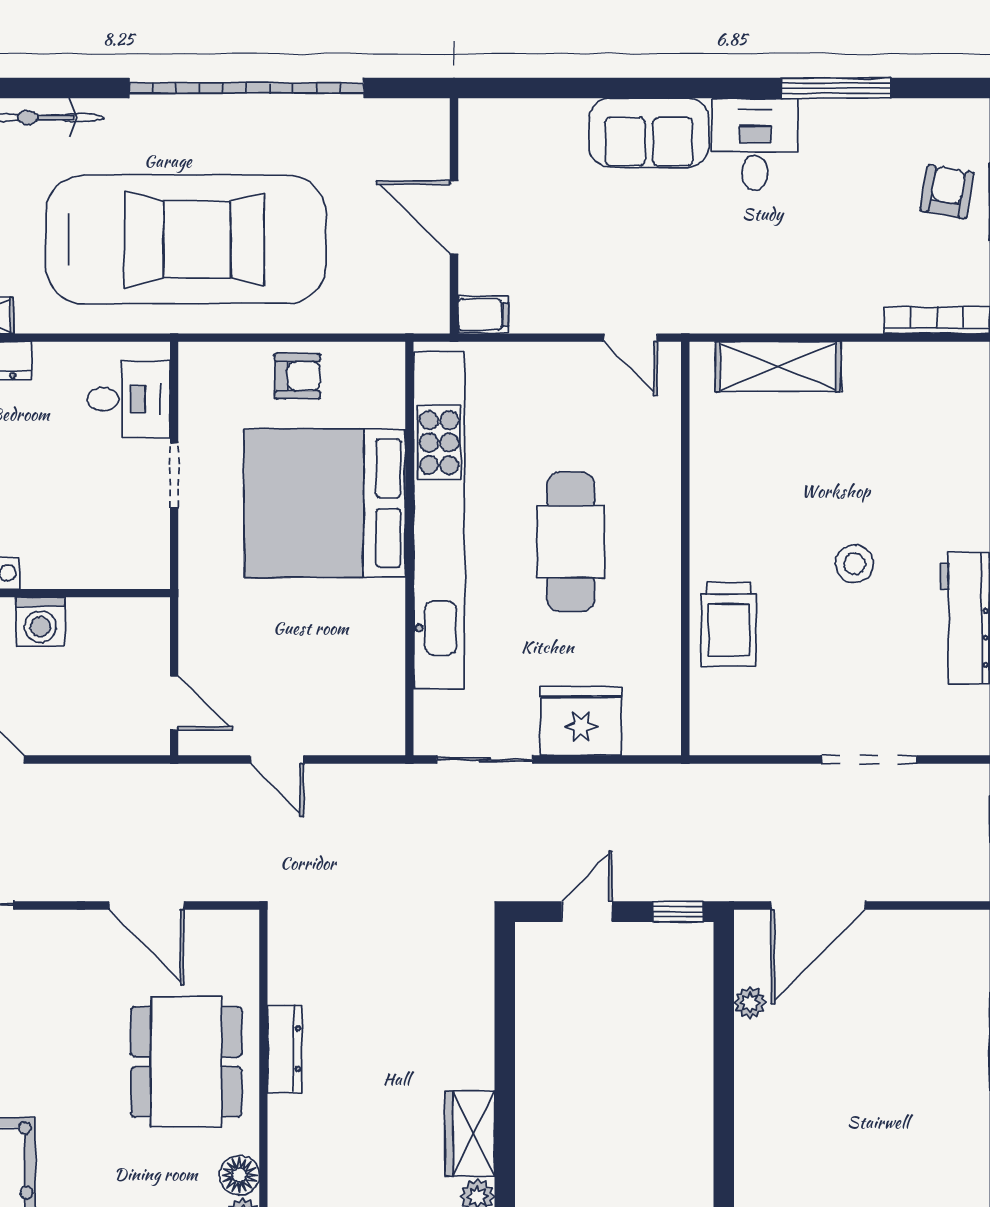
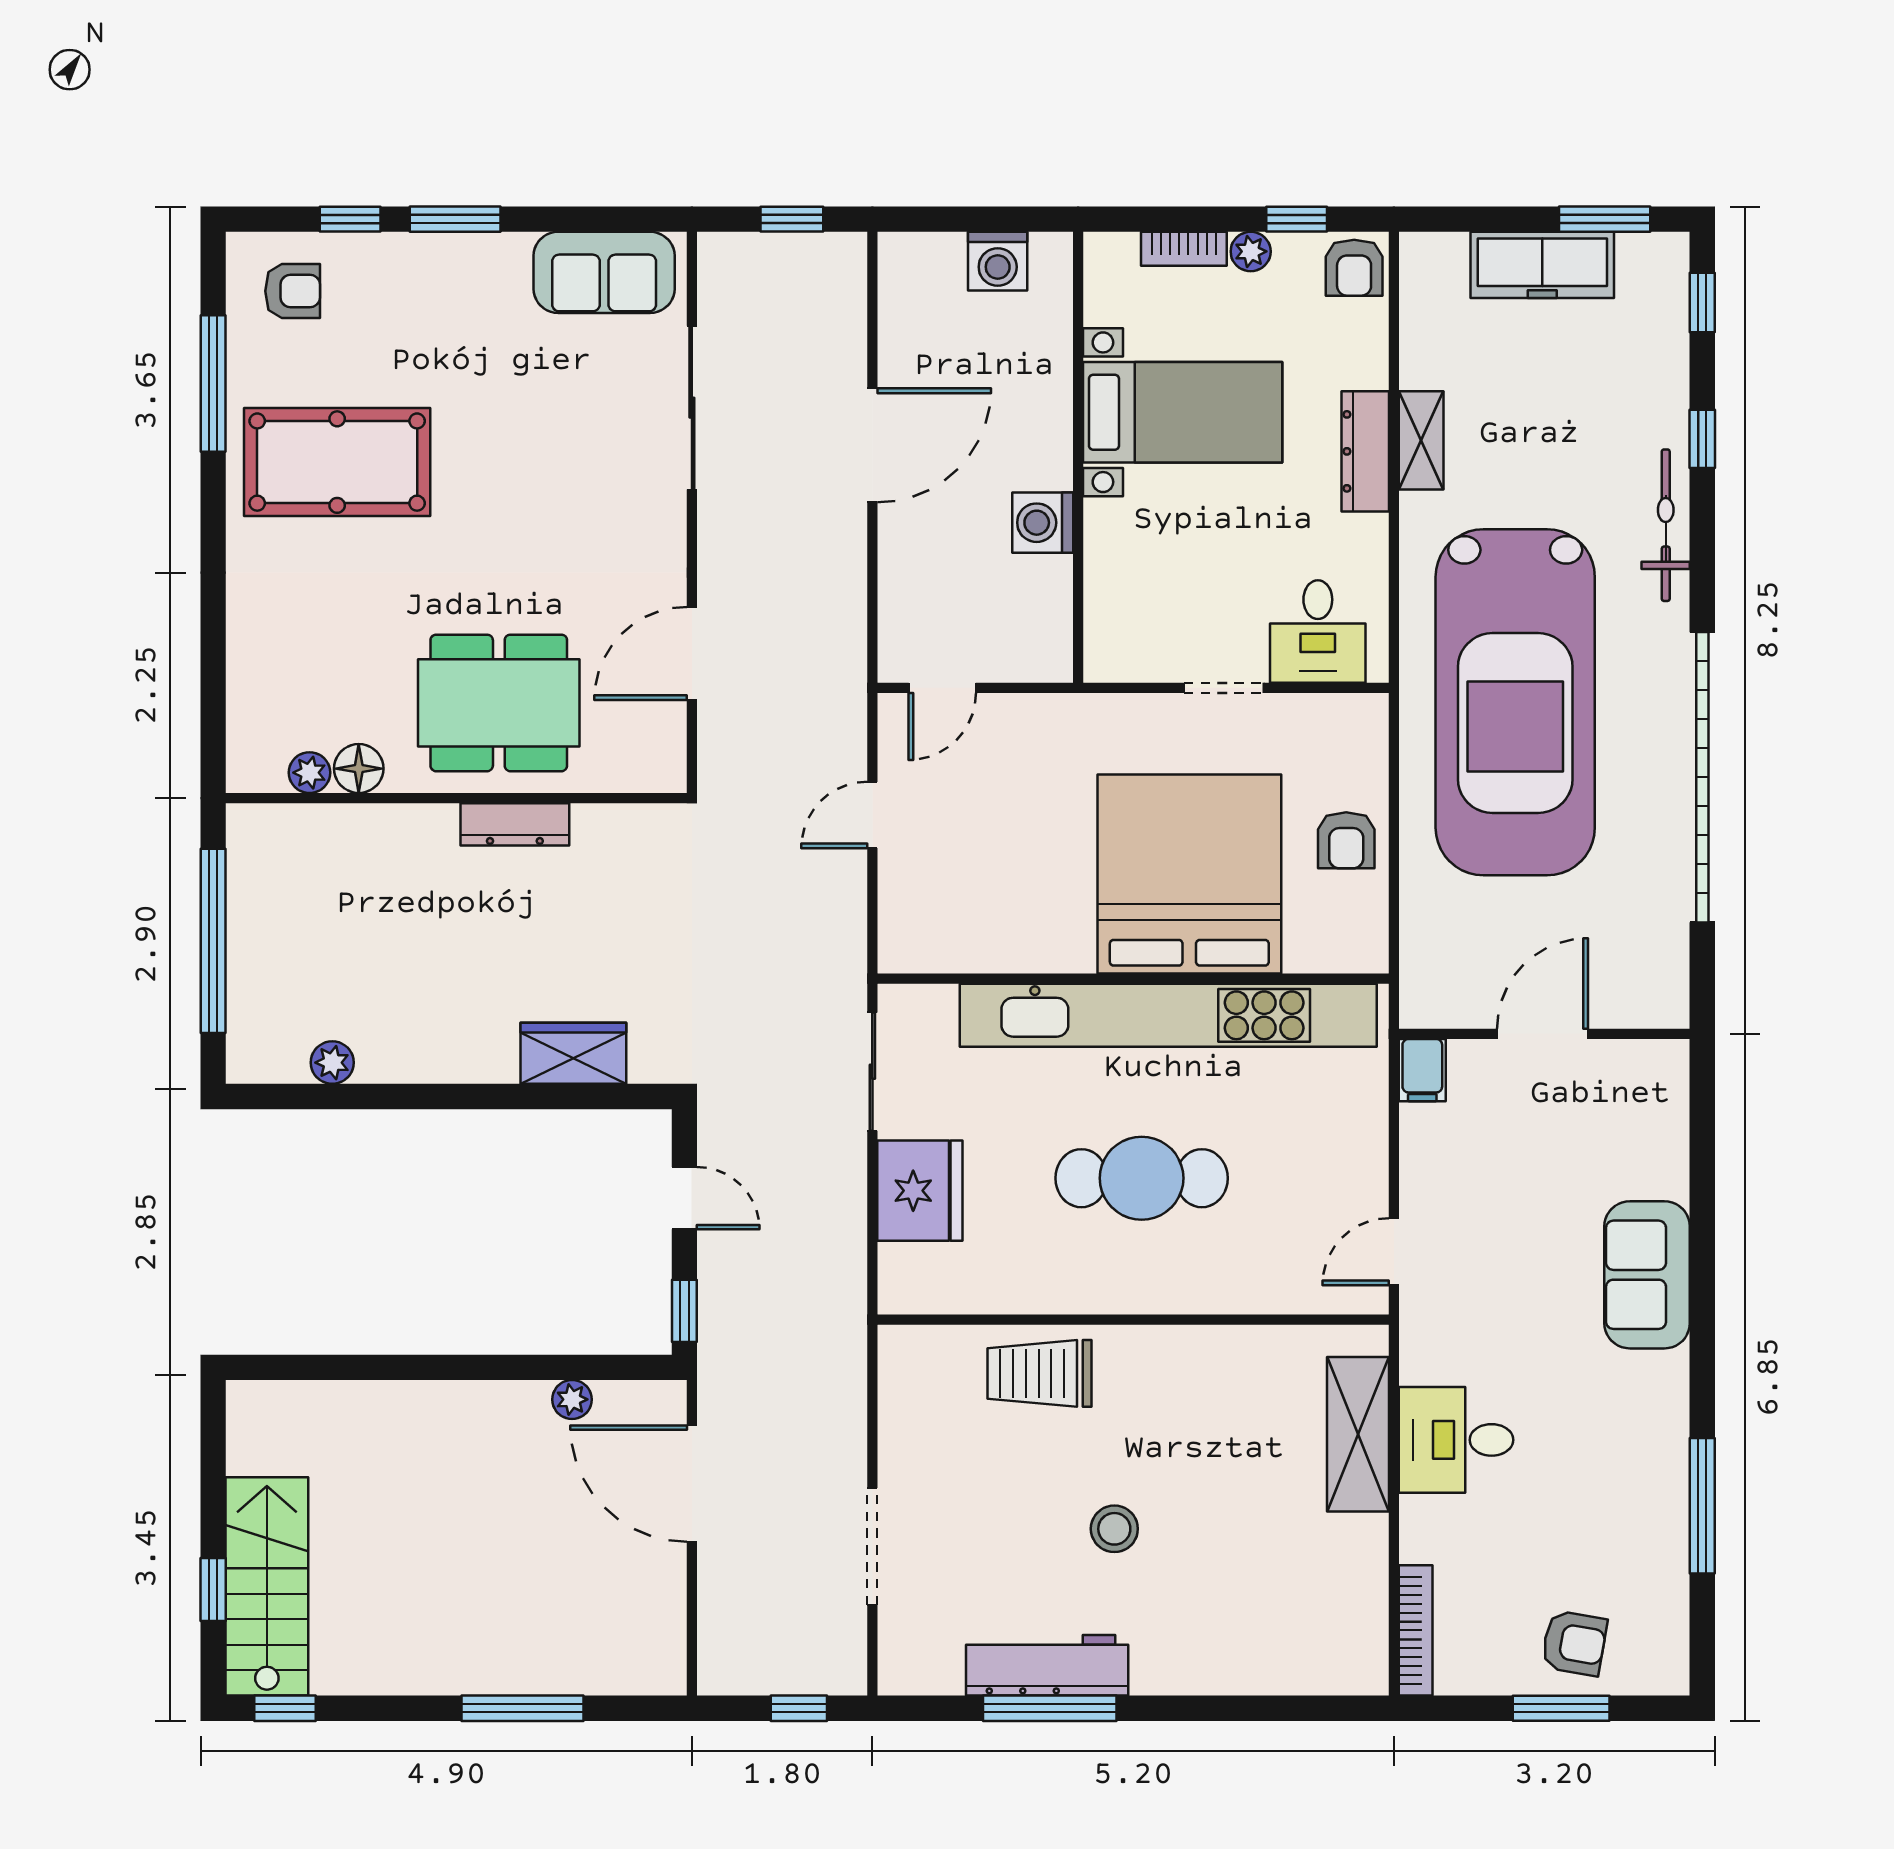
desk: (755, 144) -> (1456, 1440), moved, turned 180
wardrobe: (470, 1133) -> (573, 1053), moved

